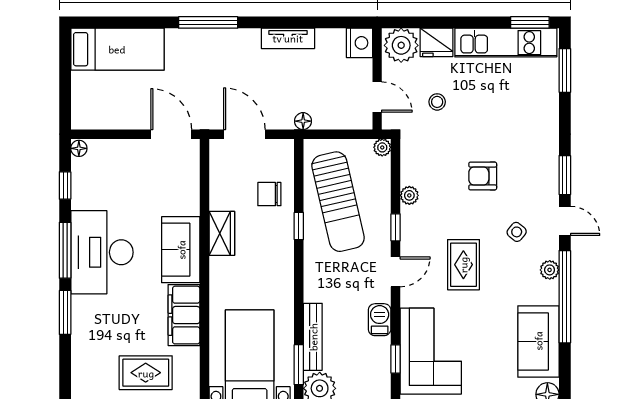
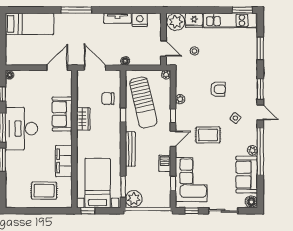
nightstand: (359, 43) -> (140, 20), moved, turned -90
window: (565, 70) -> (260, 48), moved
door: (171, 134) -> (57, 68), hinge flipped
armchair: (483, 176) -> (218, 89), turned 180
sofa: (181, 250) -> (62, 114), moved
rug: (463, 265) -> (208, 135), turned 90
plant: (550, 270) -> (252, 150), moved
bench: (313, 337) -> (130, 149), moved

